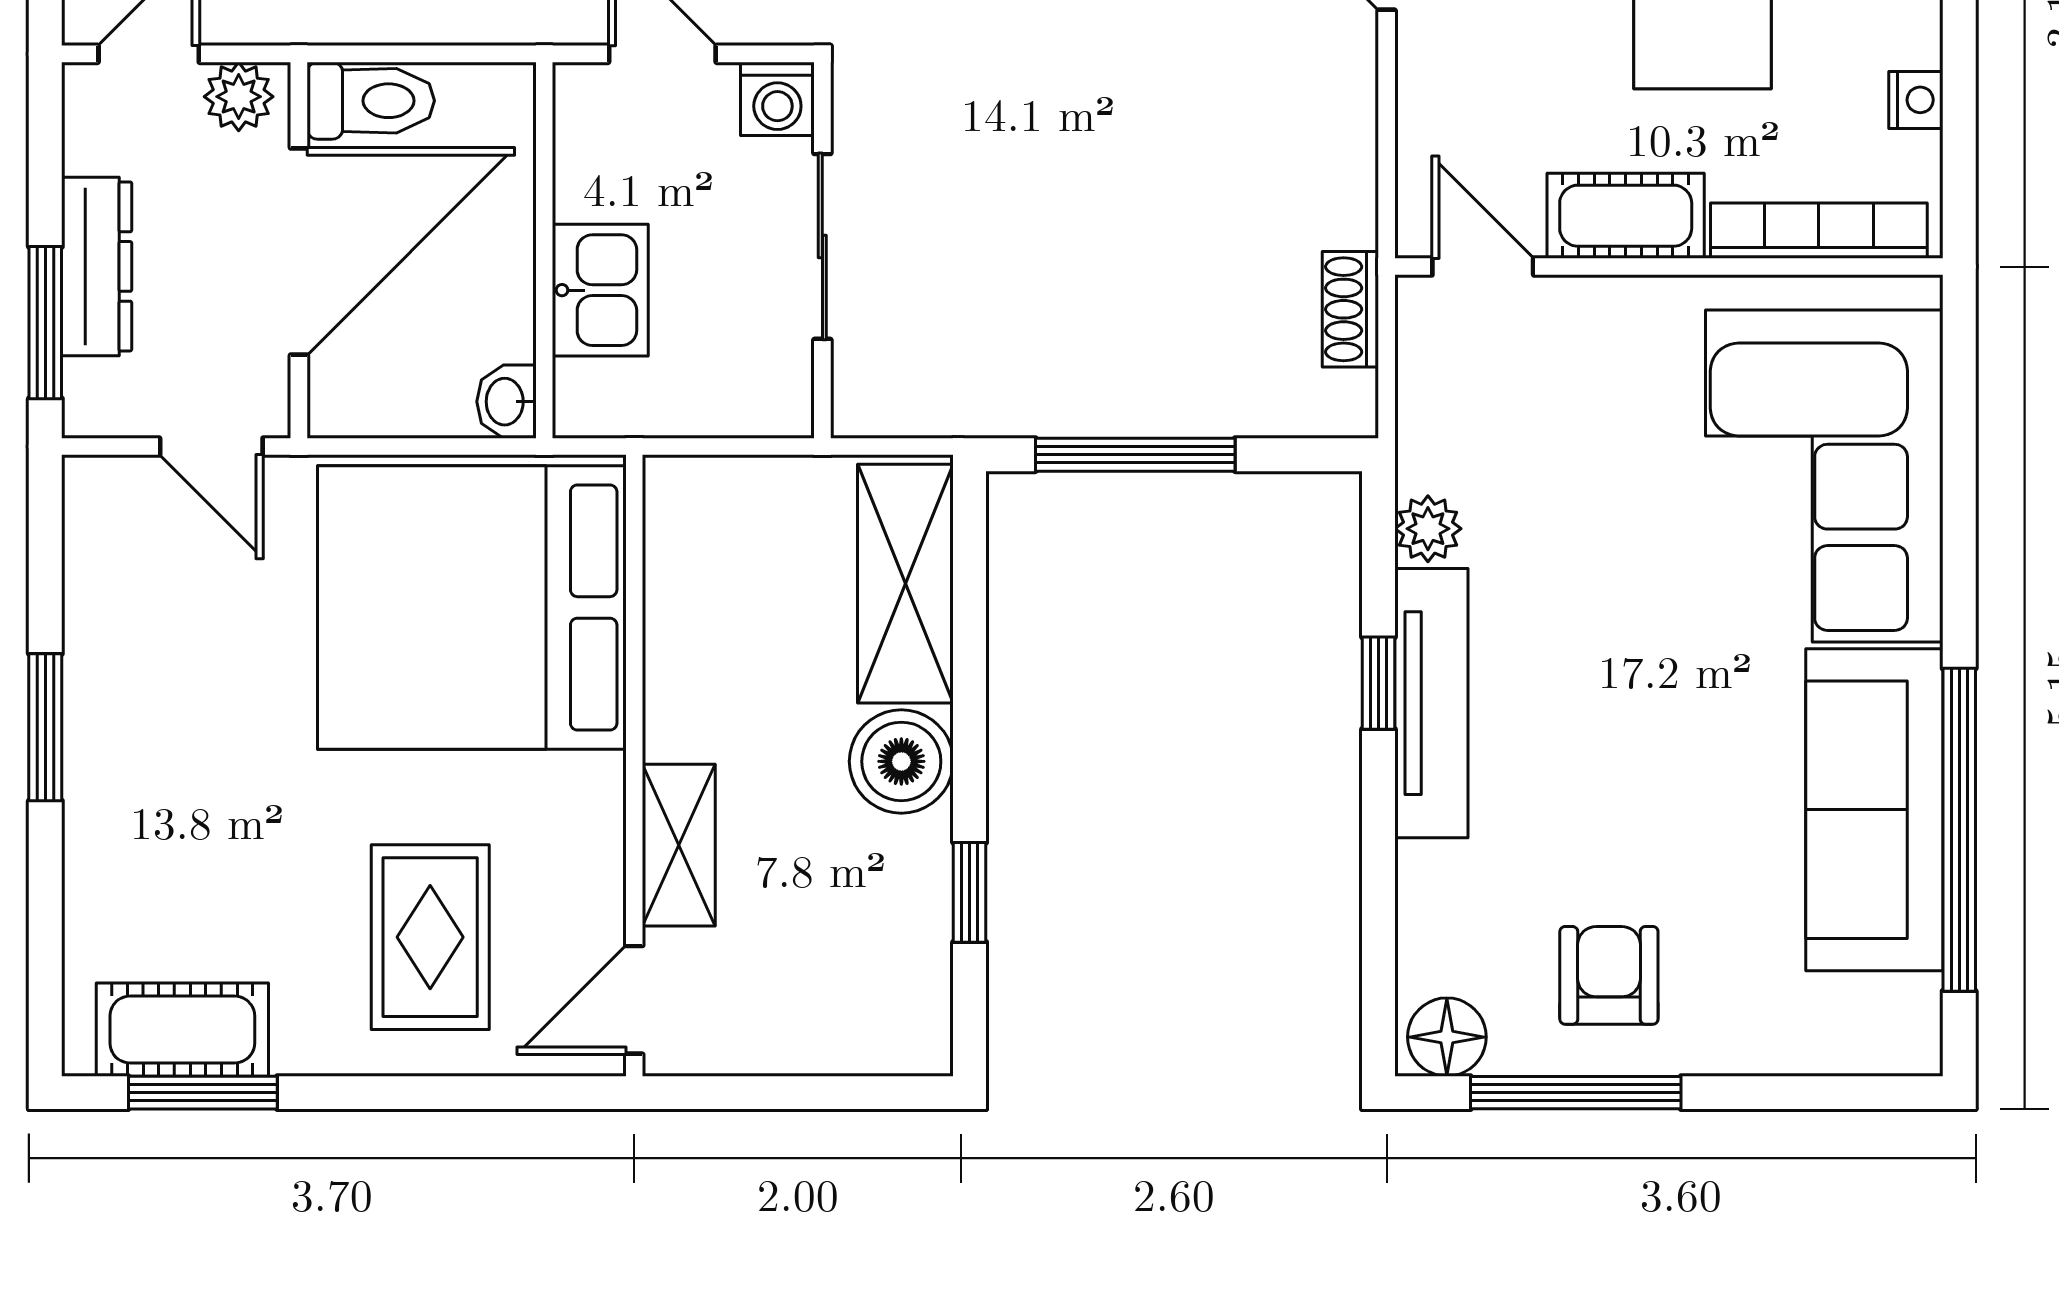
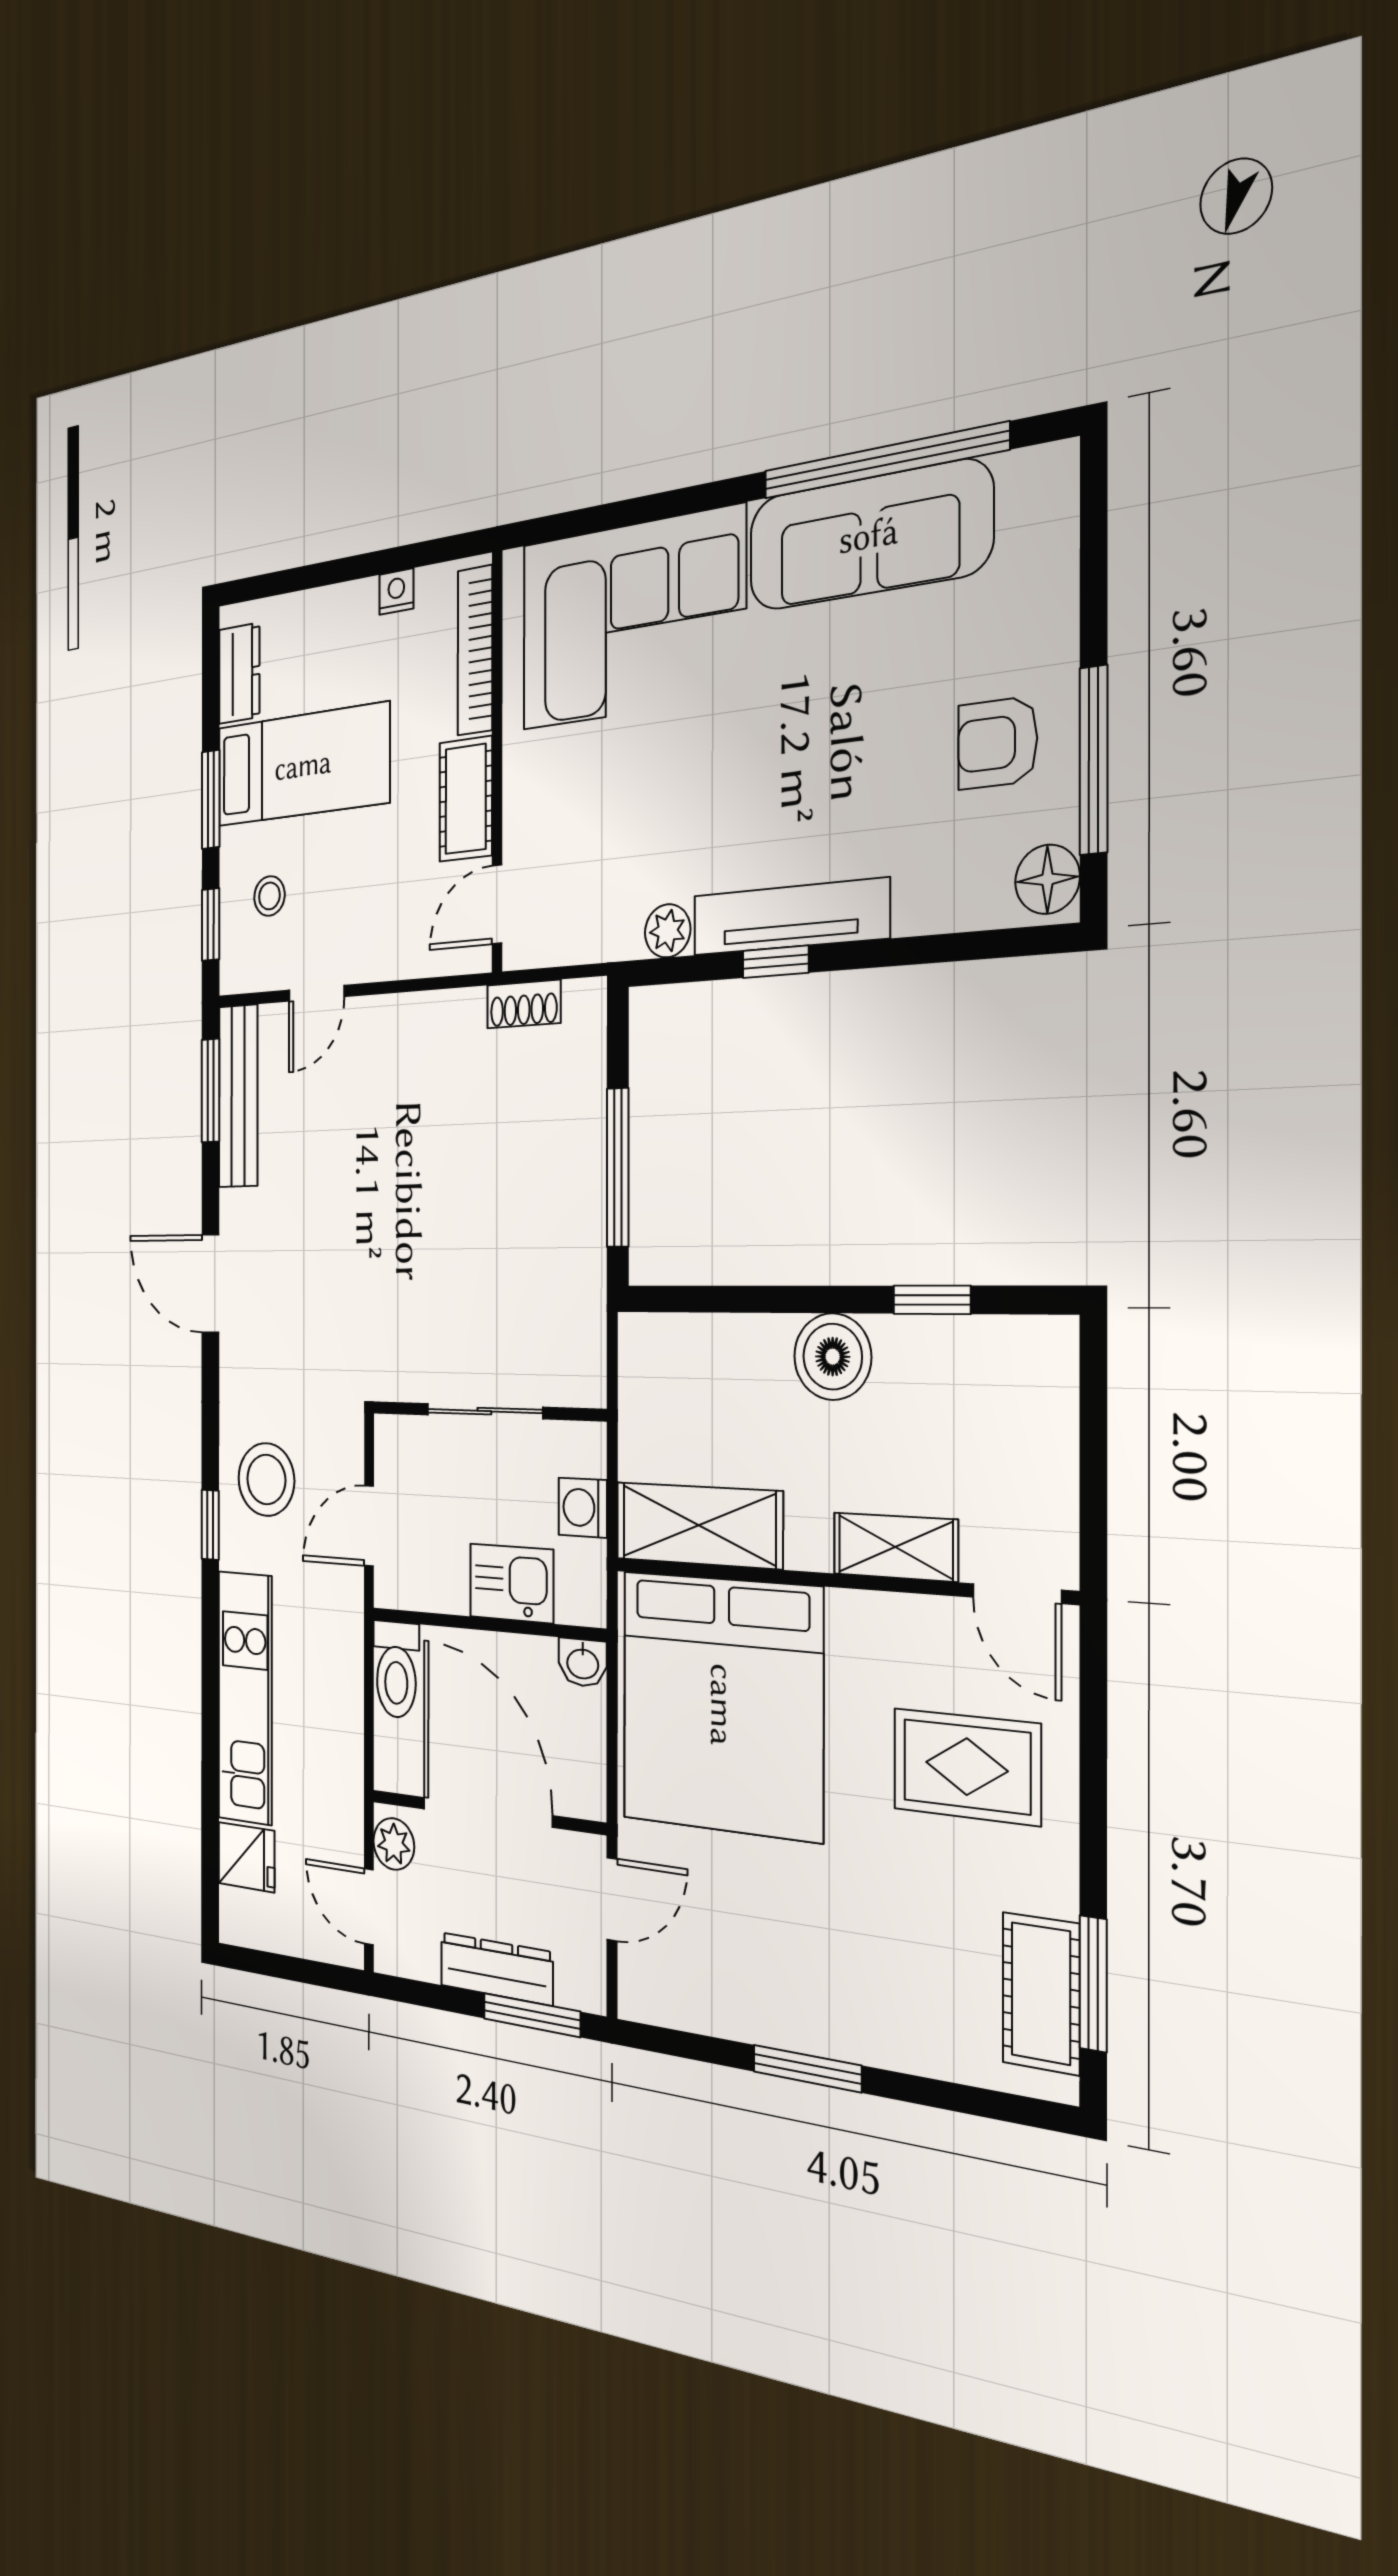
washing machine: (777, 99) -> (583, 1508), moved, turned 180
toilet: (371, 101) -> (396, 1670), moved, turned 180
shelving: (905, 584) -> (699, 1525), moved

